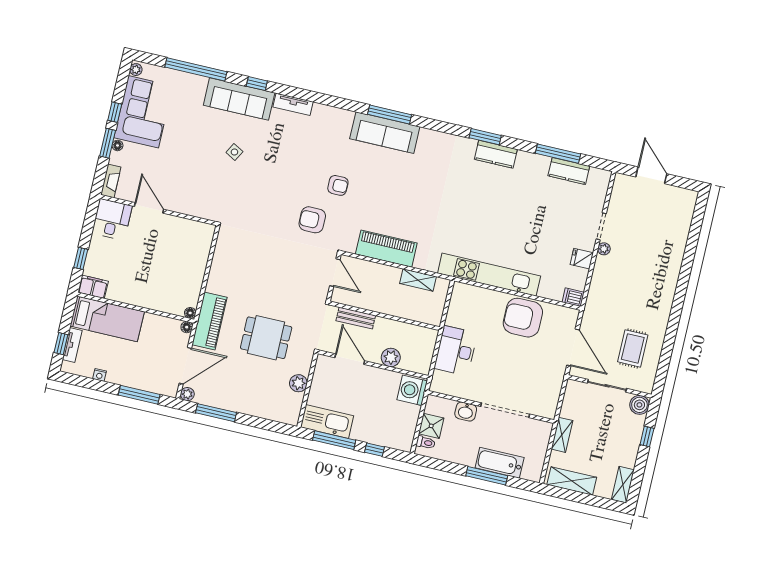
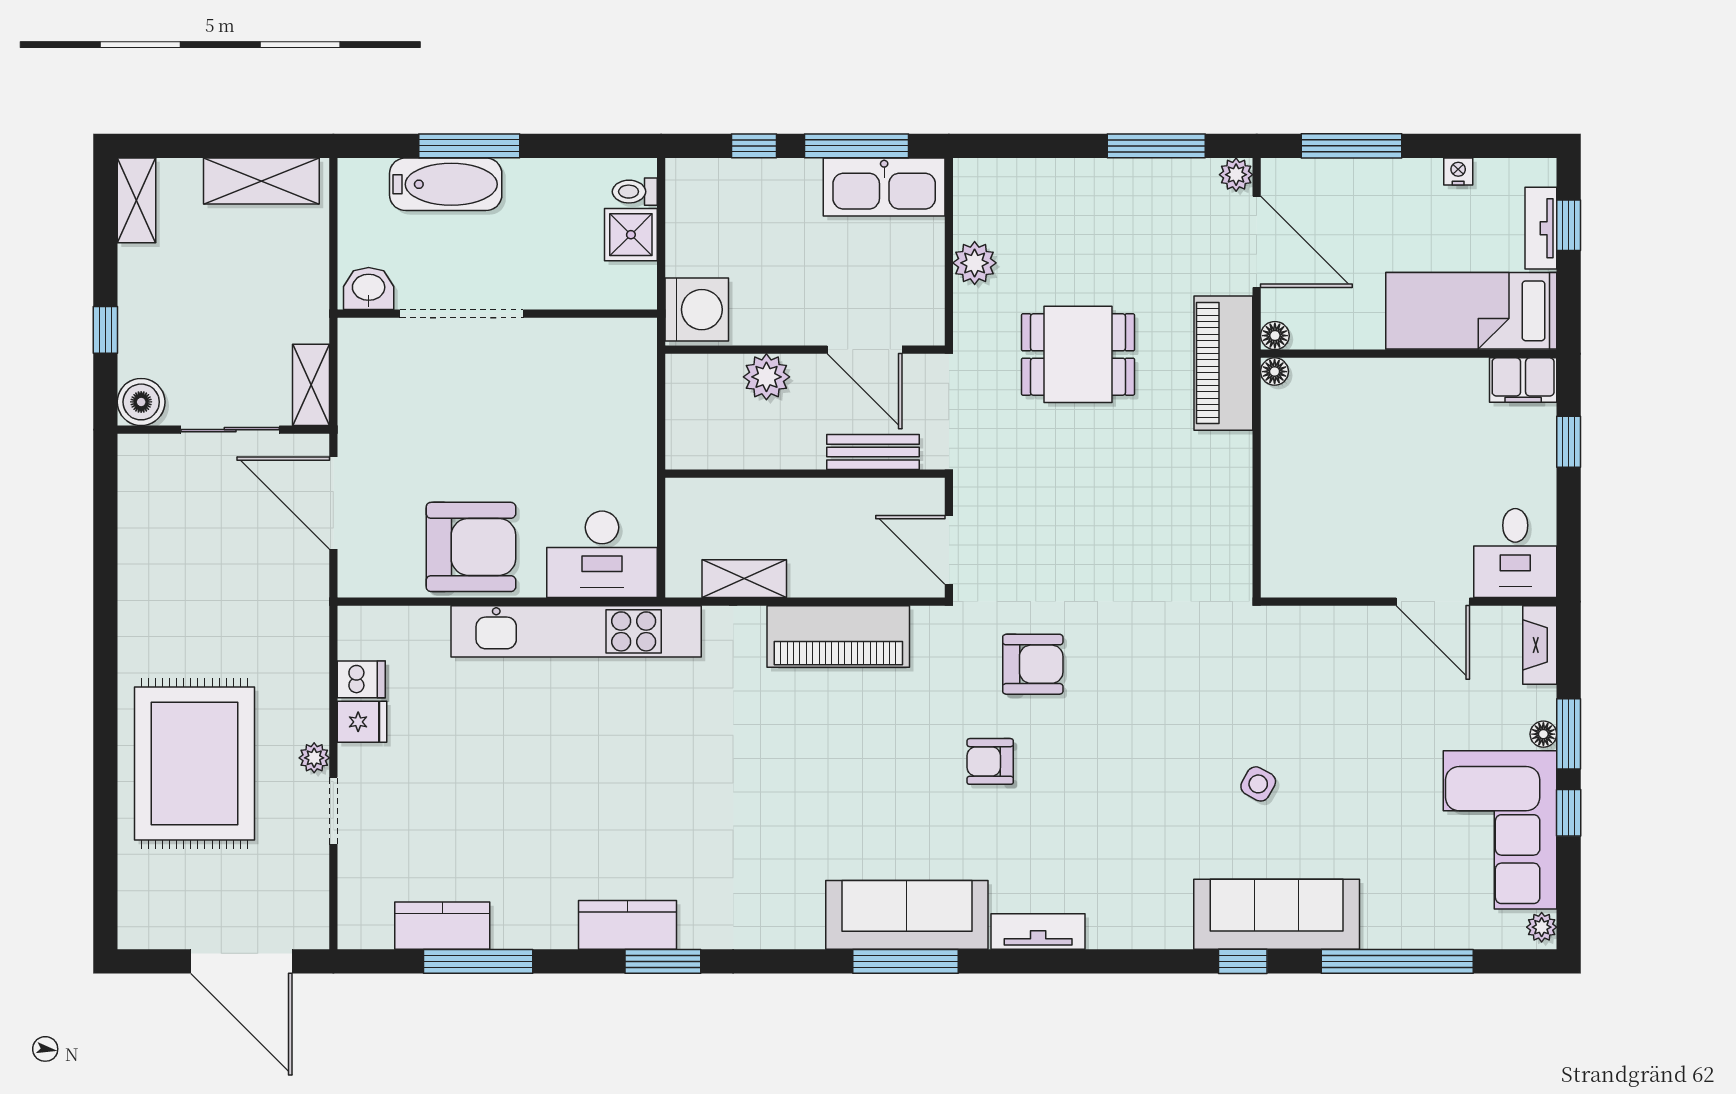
tv unit: (293, 104) -> (1038, 931), moved
door: (651, 175) -> (241, 961), width x1.36
dishwasher: (573, 297) -> (361, 679), moved
rug: (633, 348) -> (194, 763), moved, width x1.86, depth x2.06
desk: (456, 351) -> (602, 554), moved, turned 90
door: (185, 366) -> (1257, 242), swing flipped
washbasin: (466, 412) -> (369, 289), moved
shelving: (562, 435) -> (311, 385), moved

